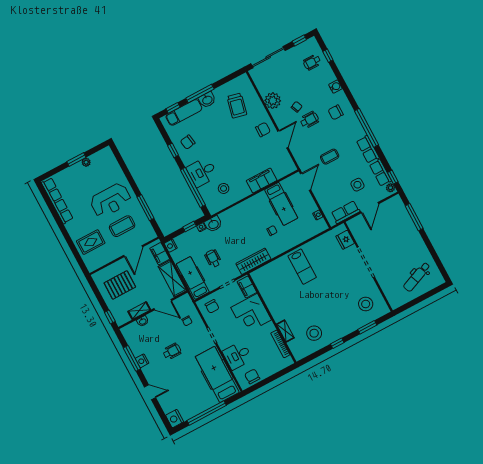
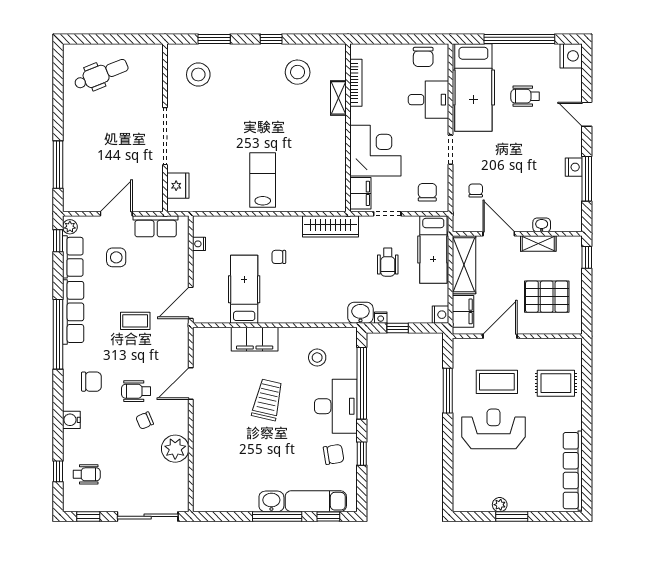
trolley: (237, 106) -> (268, 400), moved
chair: (263, 130) -> (213, 413), removed
row of seats: (368, 149) -> (73, 312), width x1.48
desk: (202, 172) -> (336, 406), width x1.37
wheelchair: (172, 351) -> (525, 96), moved

